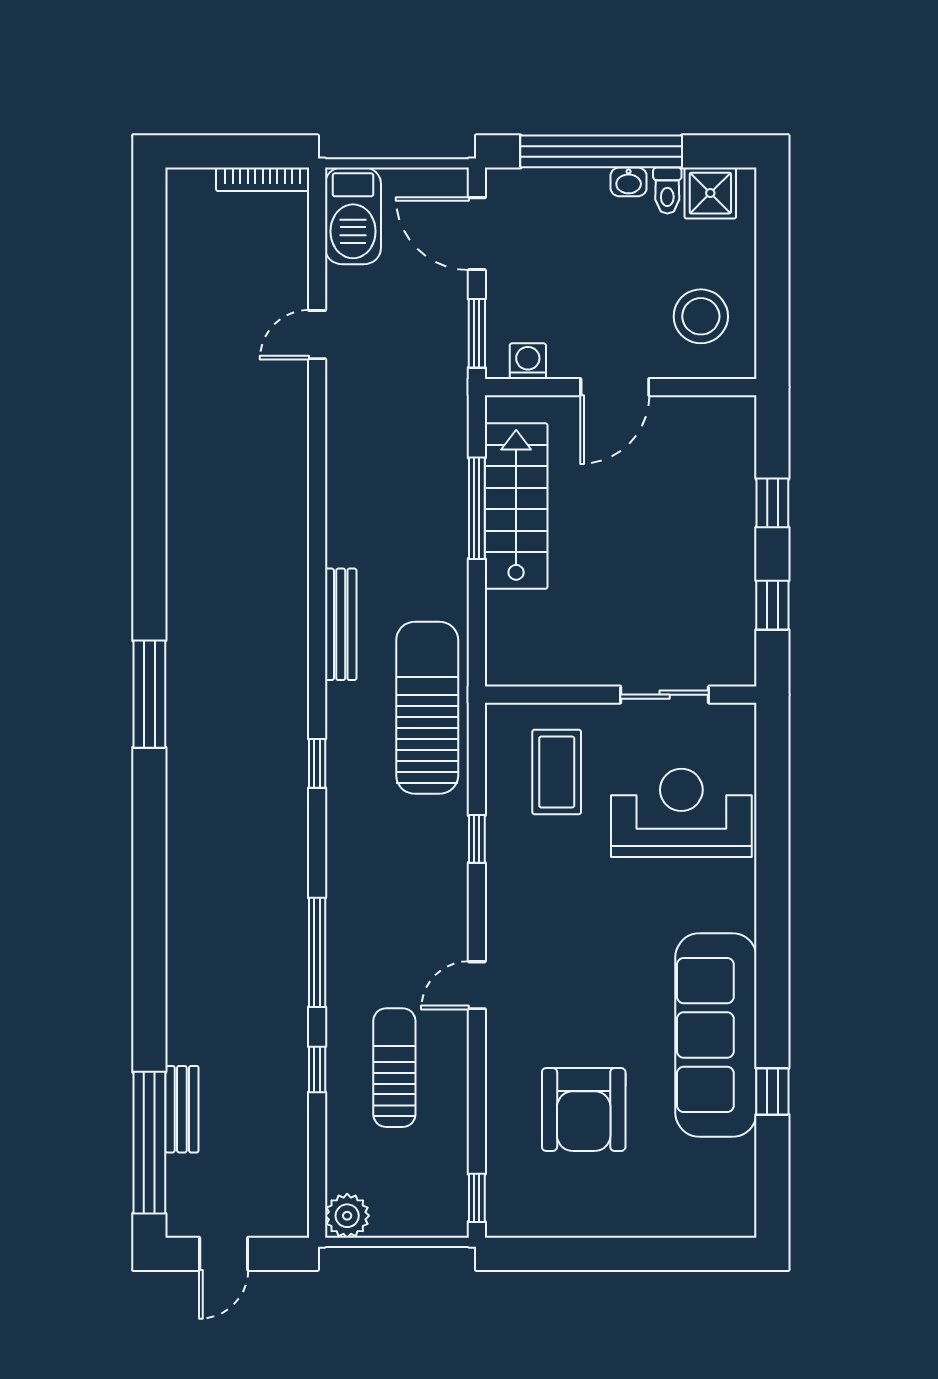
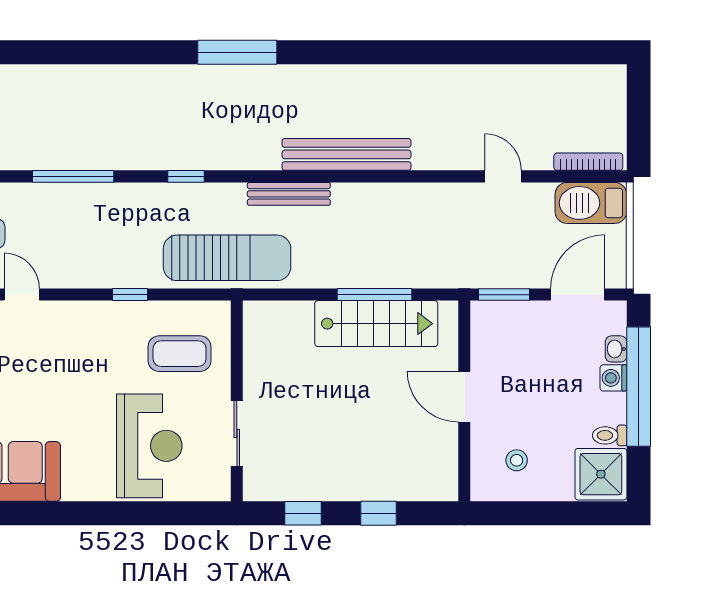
bookcase: (263, 179) -> (588, 162), moved, turned 90
washbasin: (629, 182) -> (616, 349), moved
shower: (710, 193) -> (601, 474), width x1.36, depth x1.36
stool: (701, 316) -> (517, 460), width x0.53, depth x0.53
washing machine: (528, 361) -> (613, 378), moved, turned 180
bench: (287, 546) -> (347, 154), added
window: (317, 952) -> (73, 176), moved

